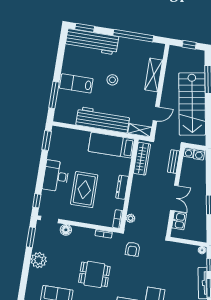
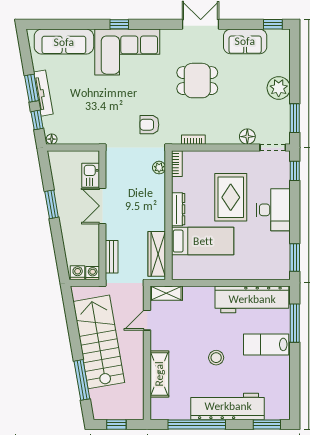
workbench: (92, 42) -> (228, 406), moved
lab bench: (76, 83) -> (266, 344), turned 180
workbench: (103, 120) -> (252, 299), moved
bed: (111, 145) -> (203, 241), moved
armchair: (133, 249) -> (149, 125), turned -90

